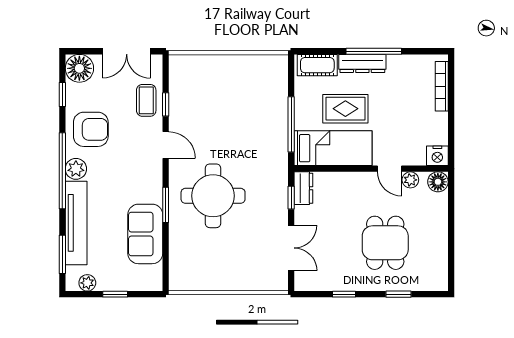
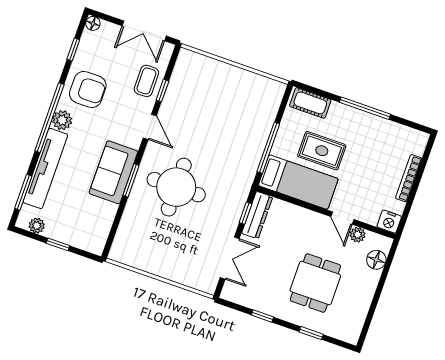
dresser: (362, 63) -> (351, 116), removed
floor lamp: (79, 68) -> (93, 23), width x0.53, depth x0.53
bookcase: (442, 86) -> (409, 178), moved
floor lamp: (438, 182) -> (376, 260), moved
dresser: (303, 188) -> (257, 215), width x1.44
sofa: (145, 234) -> (113, 172), moved

